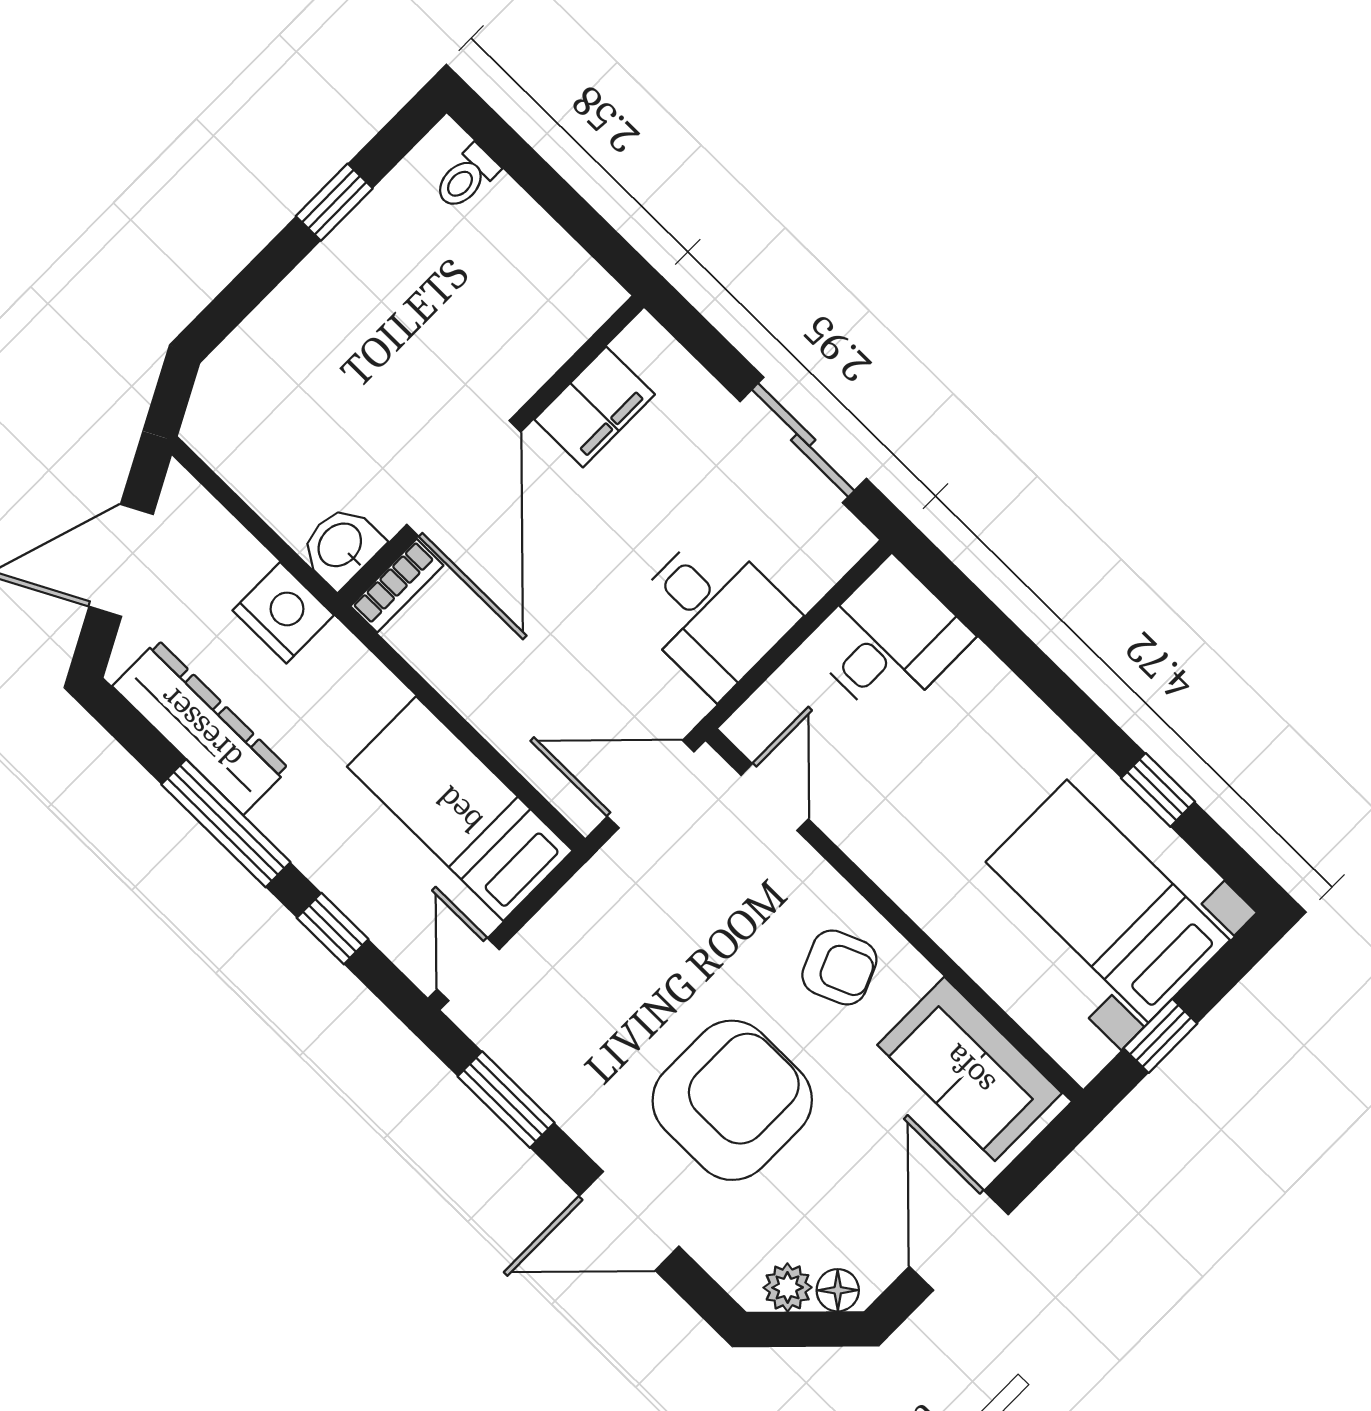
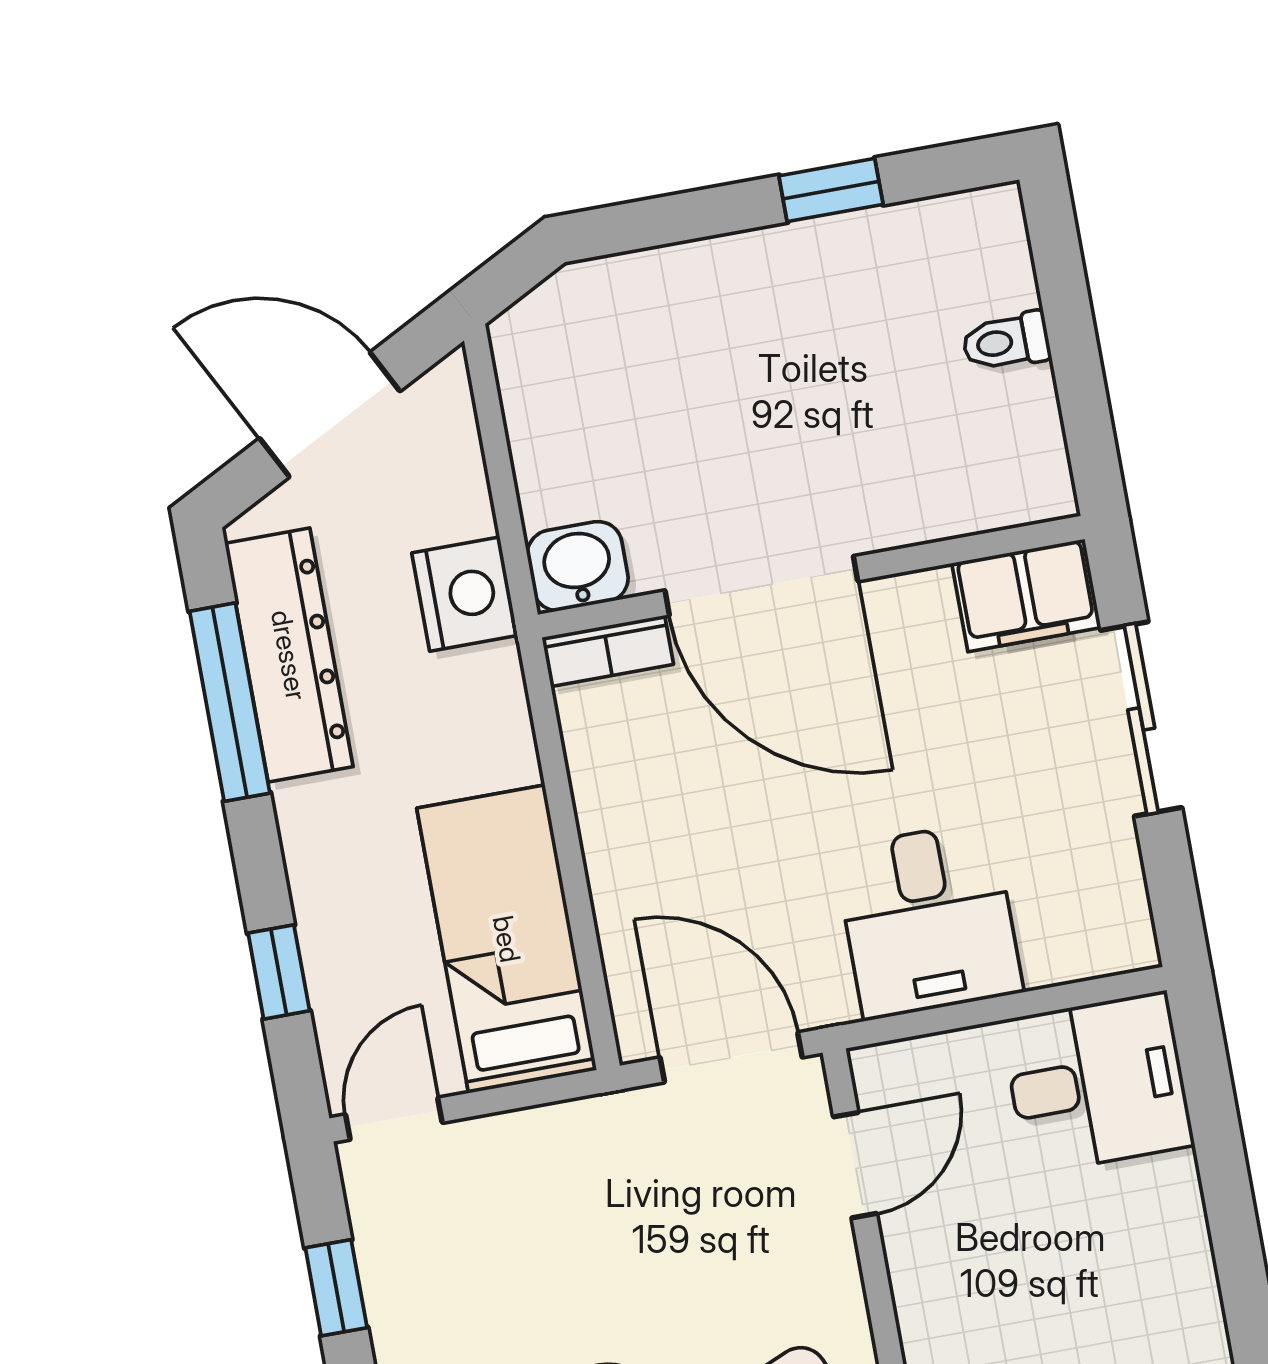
toilet: (466, 177) -> (1006, 342), moved
filing cabinet: (595, 407) -> (1026, 595), moved
sliding door: (803, 440) -> (1141, 719), moved
door: (464, 478) -> (761, 586), hinge flipped
window: (226, 823) -> (230, 702), moved
window: (506, 1100) -> (336, 1288), width x0.67

